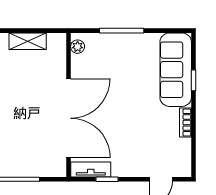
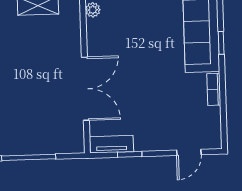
double door: (68, 118) -> (85, 89), width x0.73

